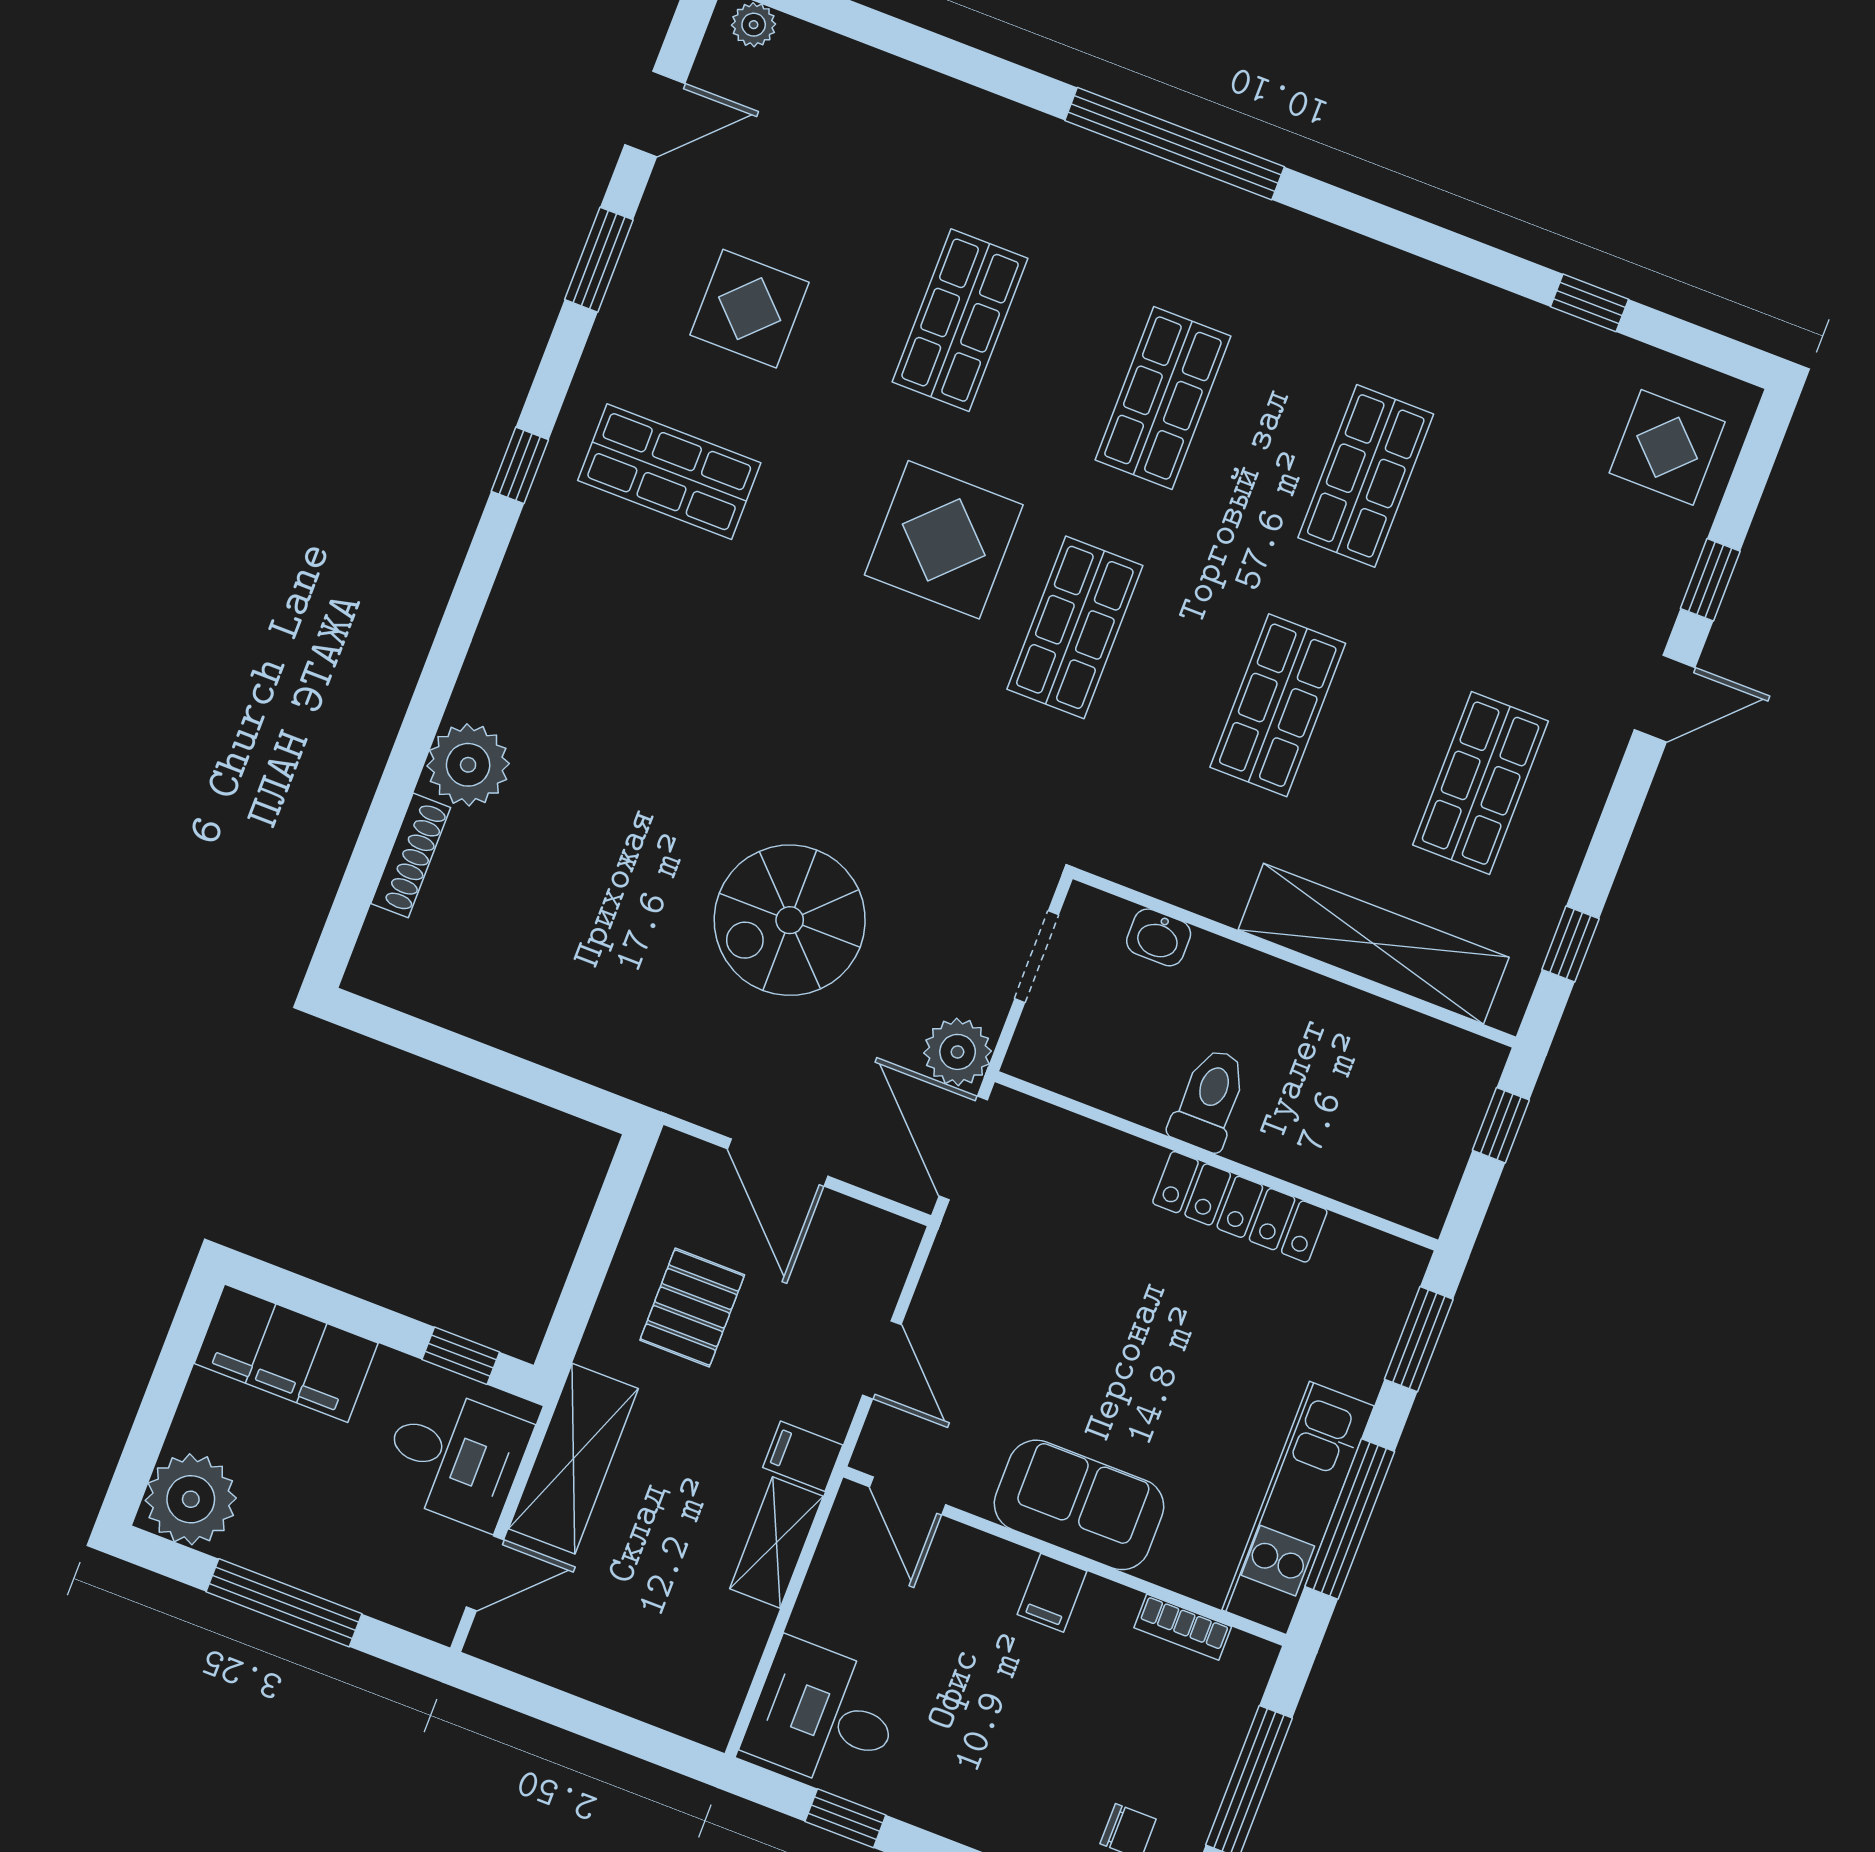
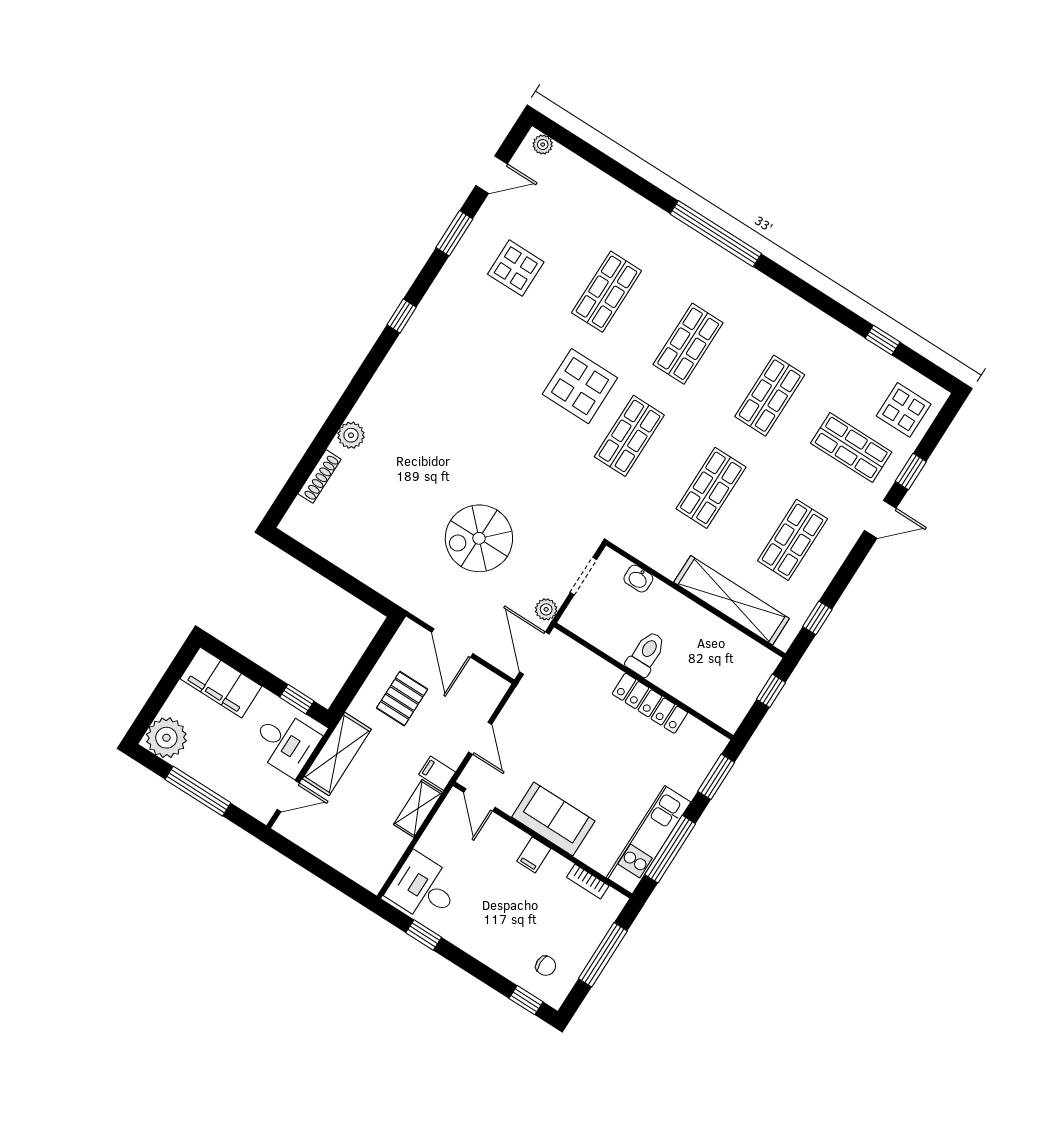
shop shelf: (669, 472) -> (851, 448), moved
plant: (468, 765) -> (351, 435), width x0.73, depth x0.73
plant: (958, 1052) -> (546, 609), width x0.73, depth x0.73

